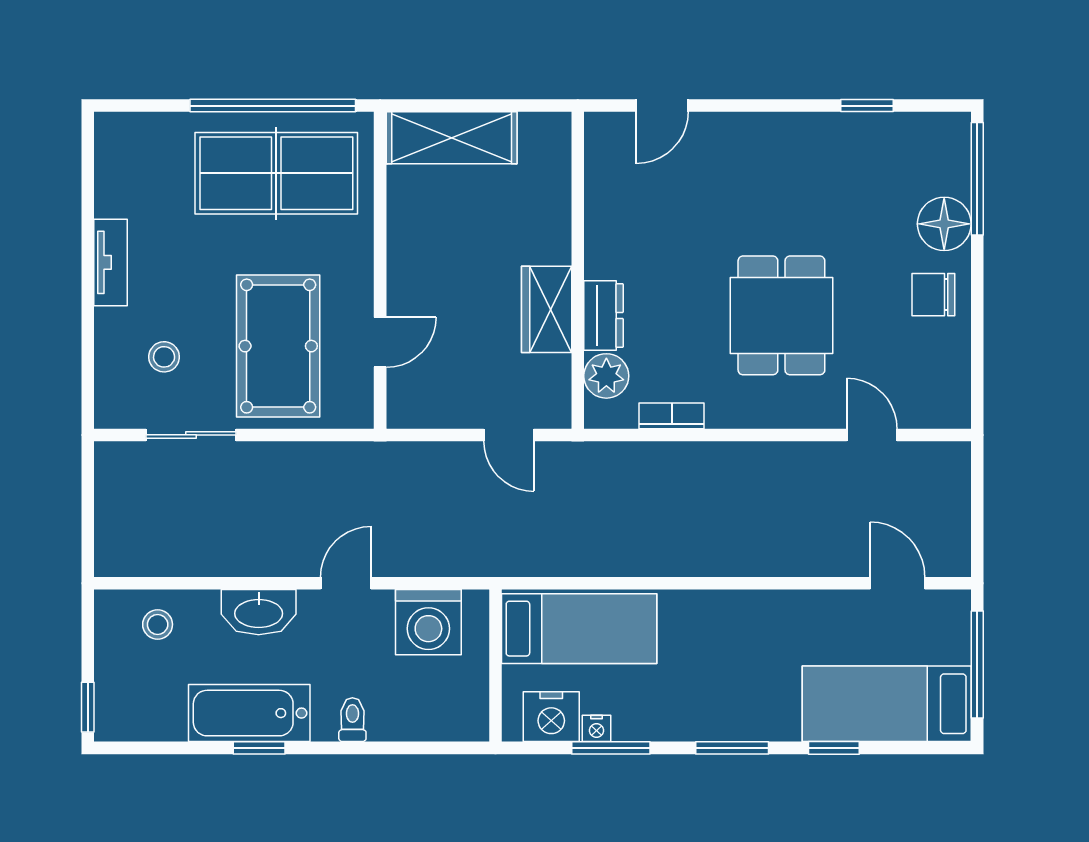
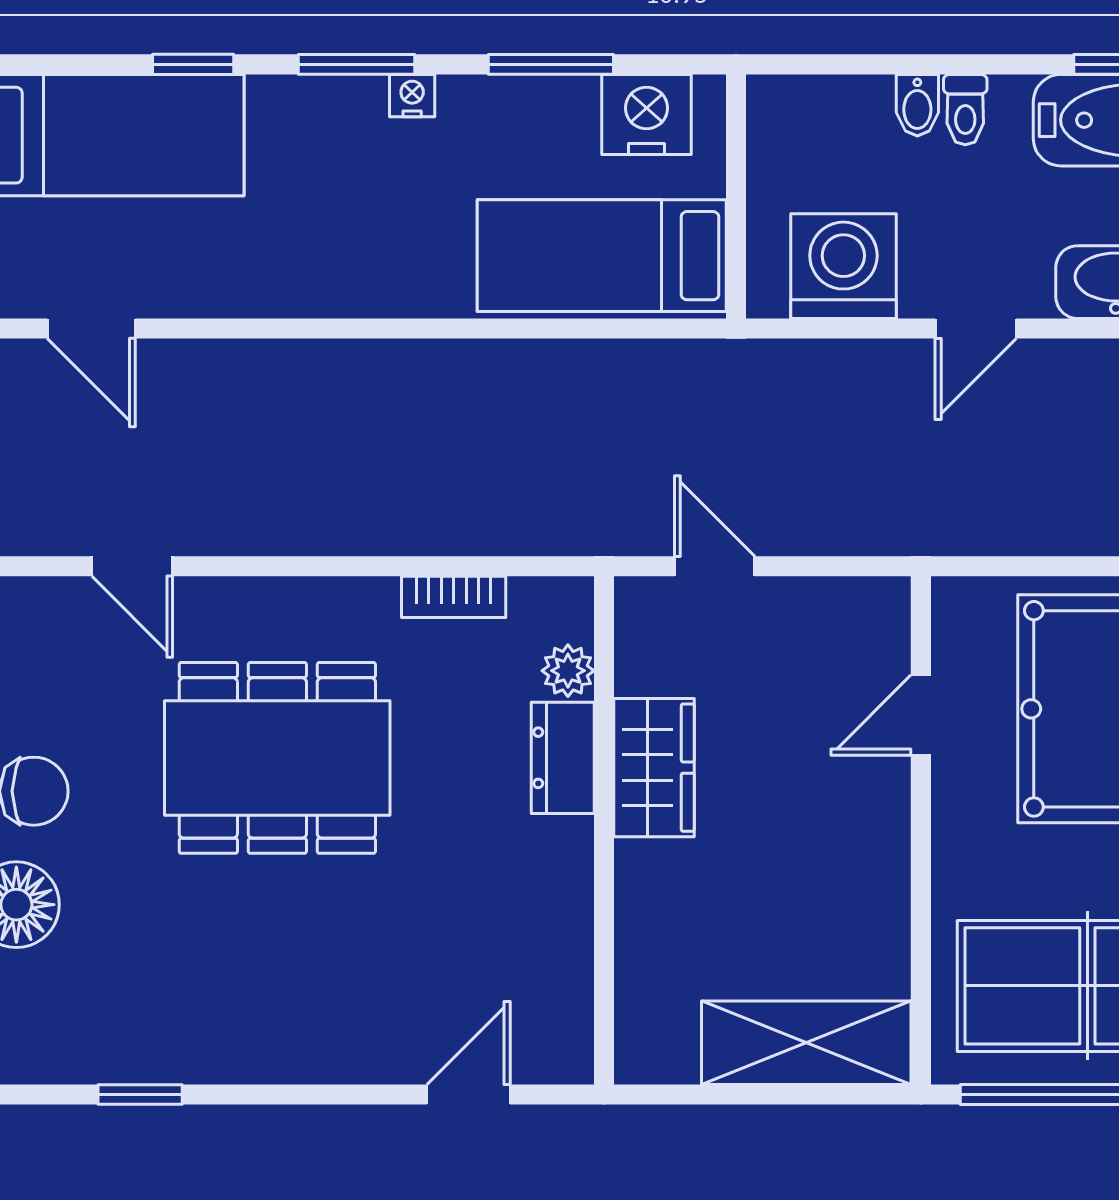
dining table: (781, 315) -> (277, 758), width x1.38
plant: (606, 376) -> (568, 671), width x0.73, depth x0.73
bidet: (382, 722) -> (917, 105), added
nightstand: (596, 728) -> (412, 96), moved

